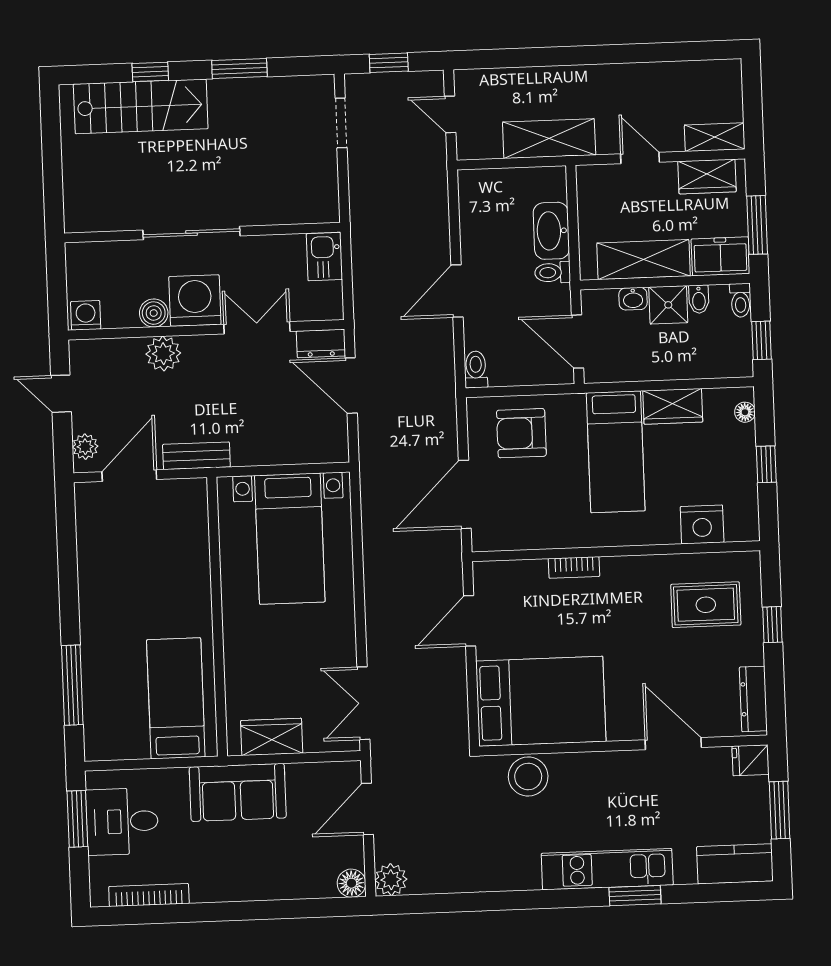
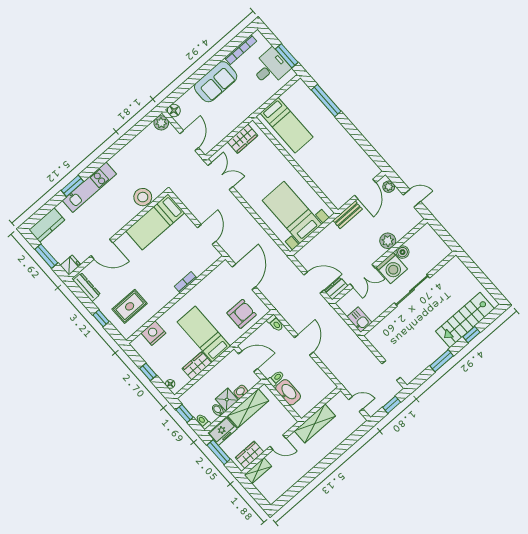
washing machine: (86, 315) -> (425, 232), removed
bed: (541, 701) -> (155, 222), width x0.67
sofa: (238, 792) -> (216, 82), moved, turned 180

